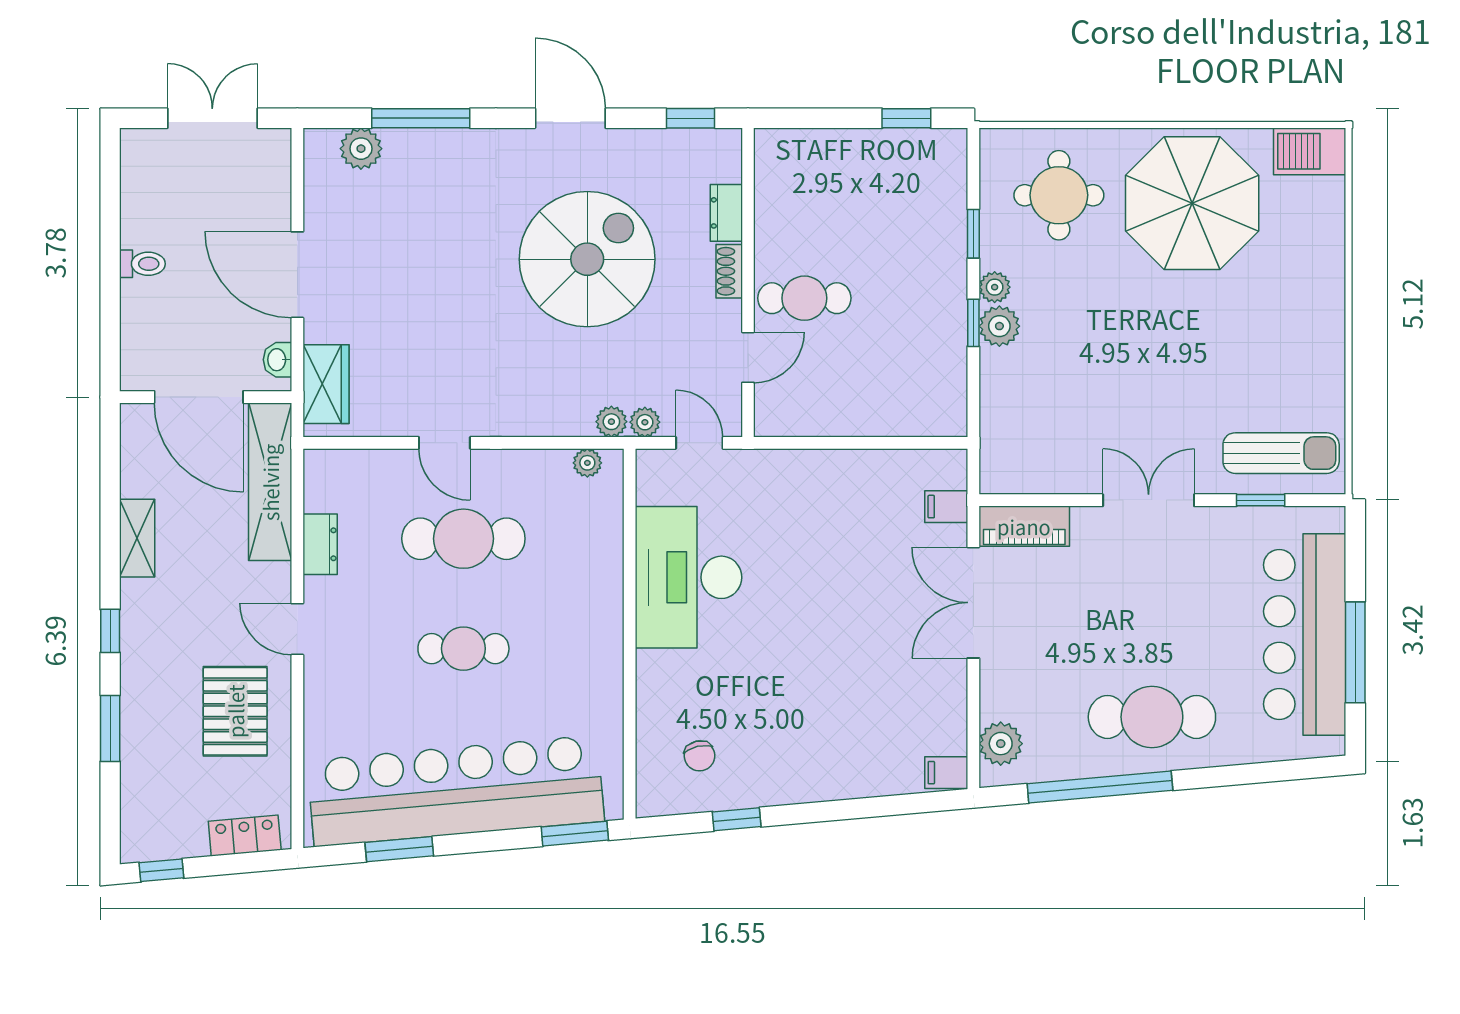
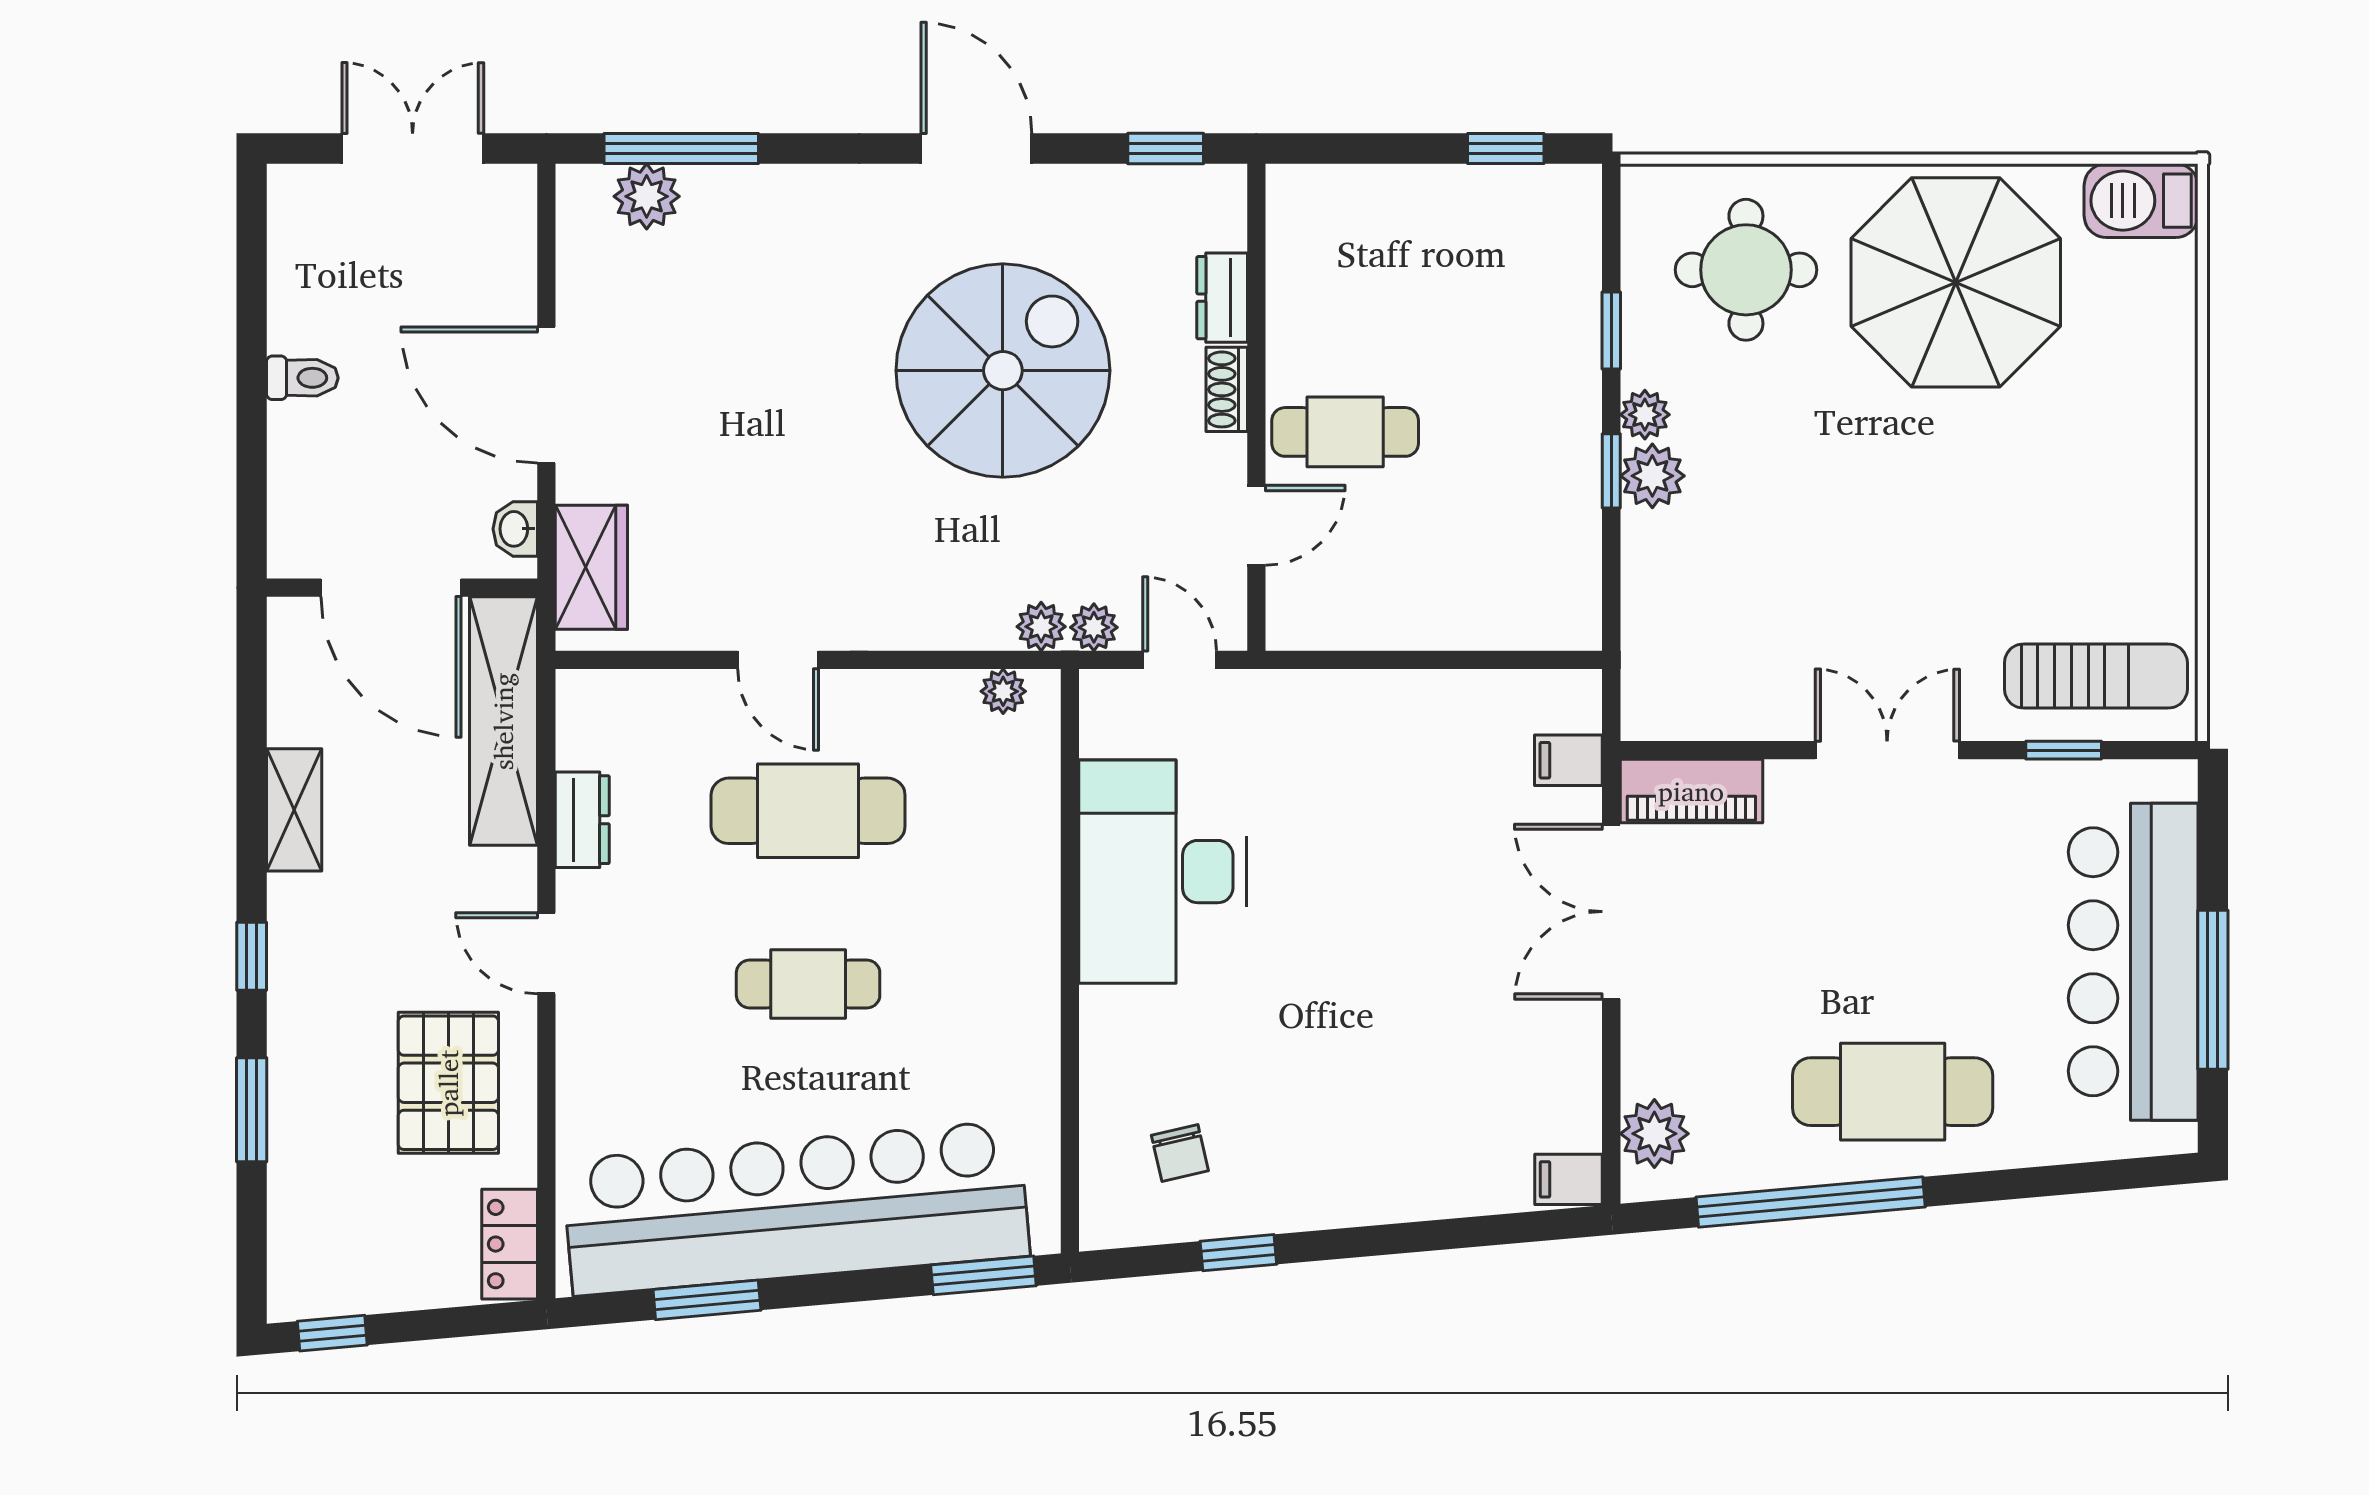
window: (421, 118) -> (681, 149), moved
locker: (245, 836) -> (510, 1244), moved, turned -85

